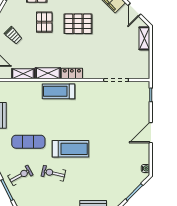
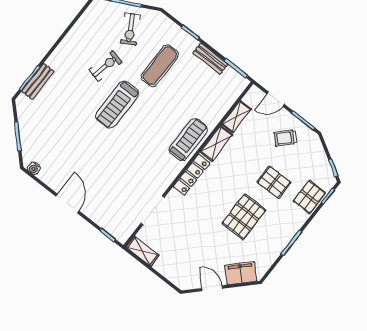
shelving: (144, 38) -> (142, 251), moved
locker: (72, 73) -> (192, 175), width x1.53

